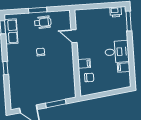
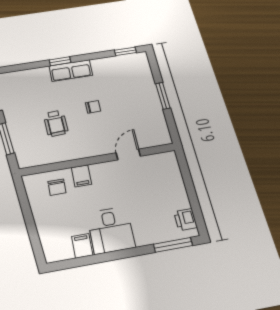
wheelchair: (43, 22) -> (56, 123), moved
row of seats: (11, 31) -> (71, 71), moved

